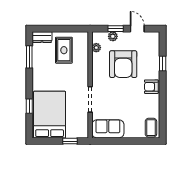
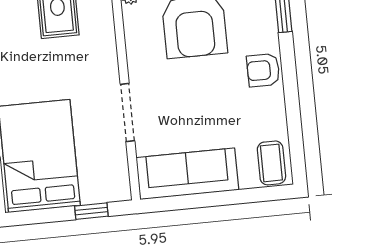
sofa: (108, 129) -> (187, 174), width x1.36

